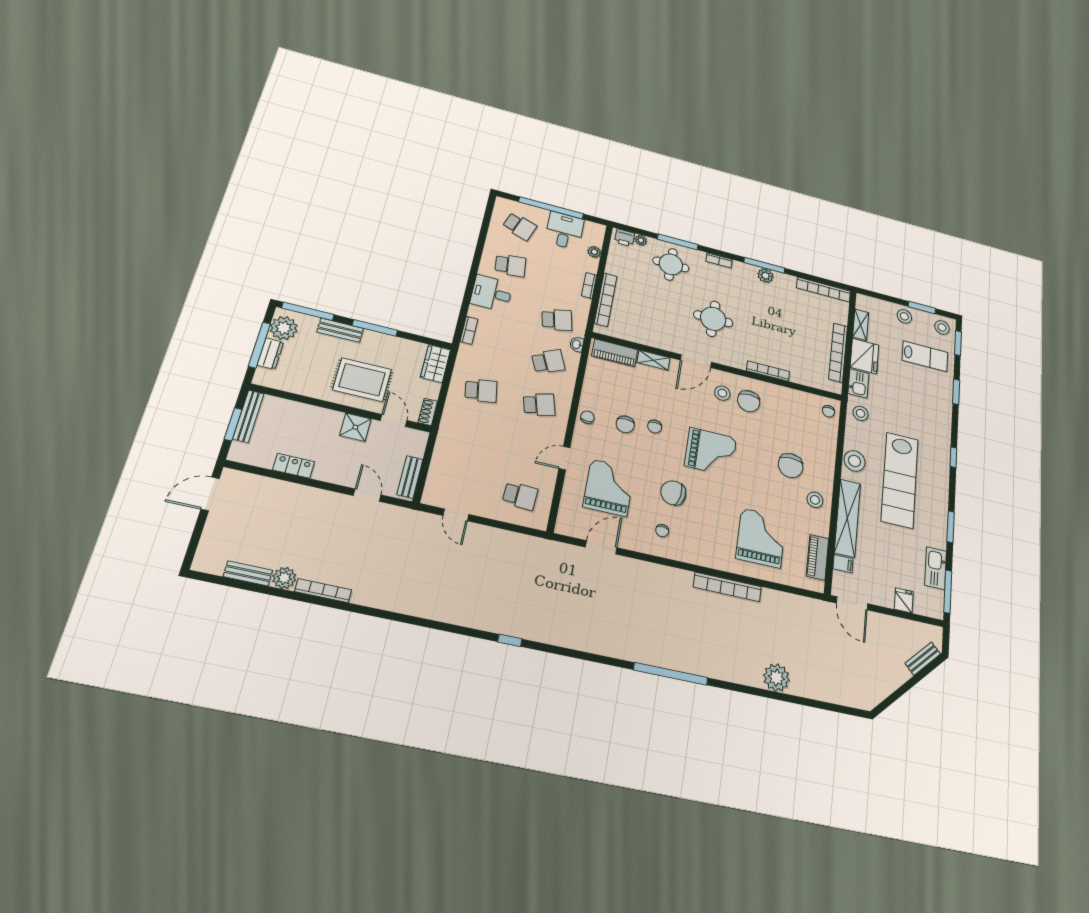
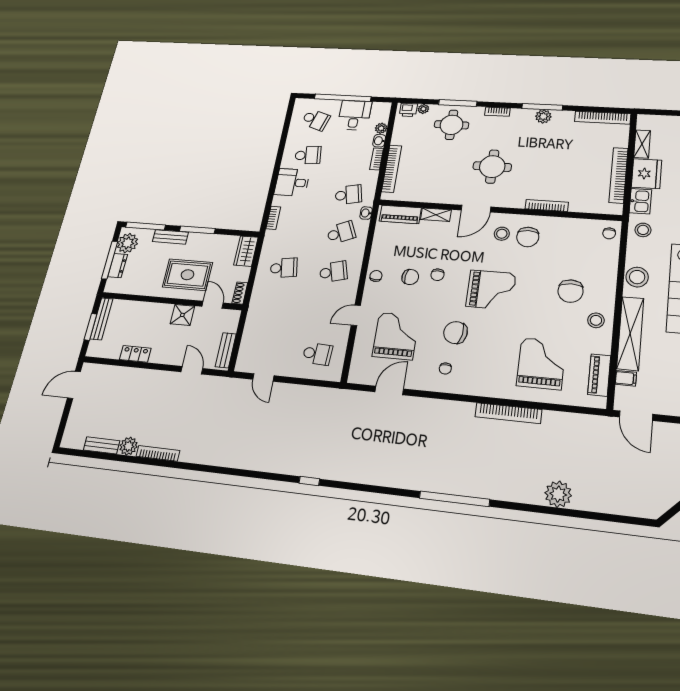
washbasin: (592, 266) -> (379, 141), added
chair: (625, 424) -> (410, 277), turned -83

